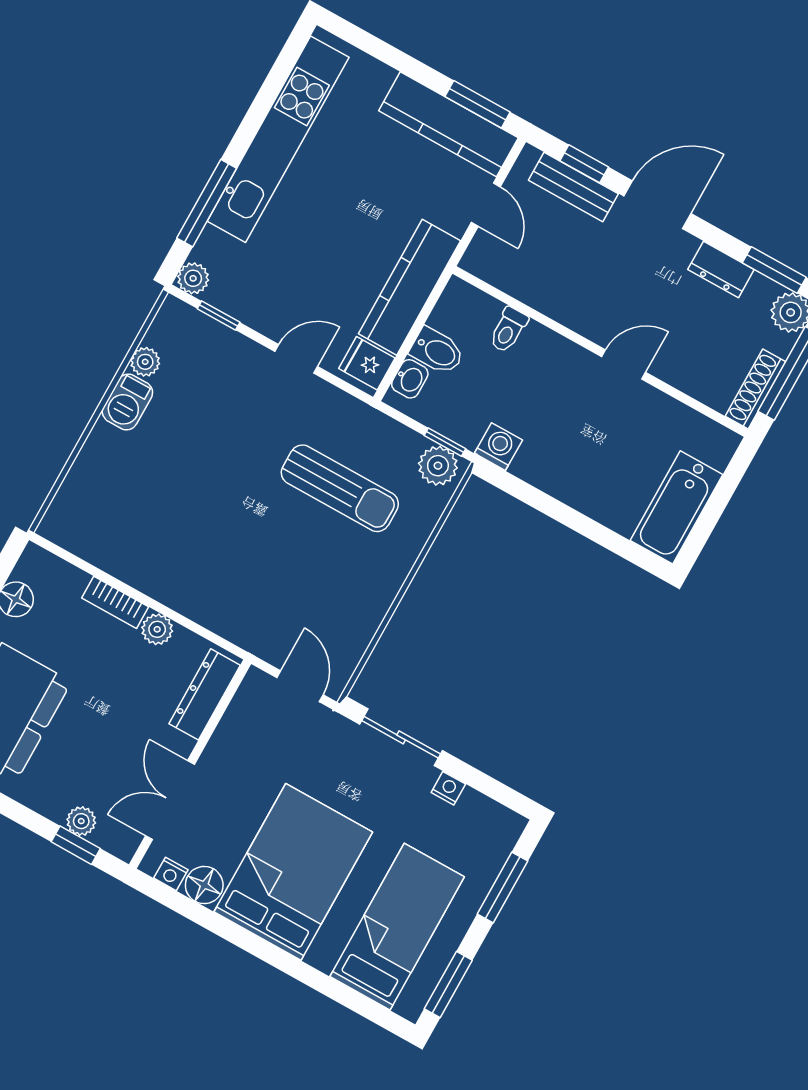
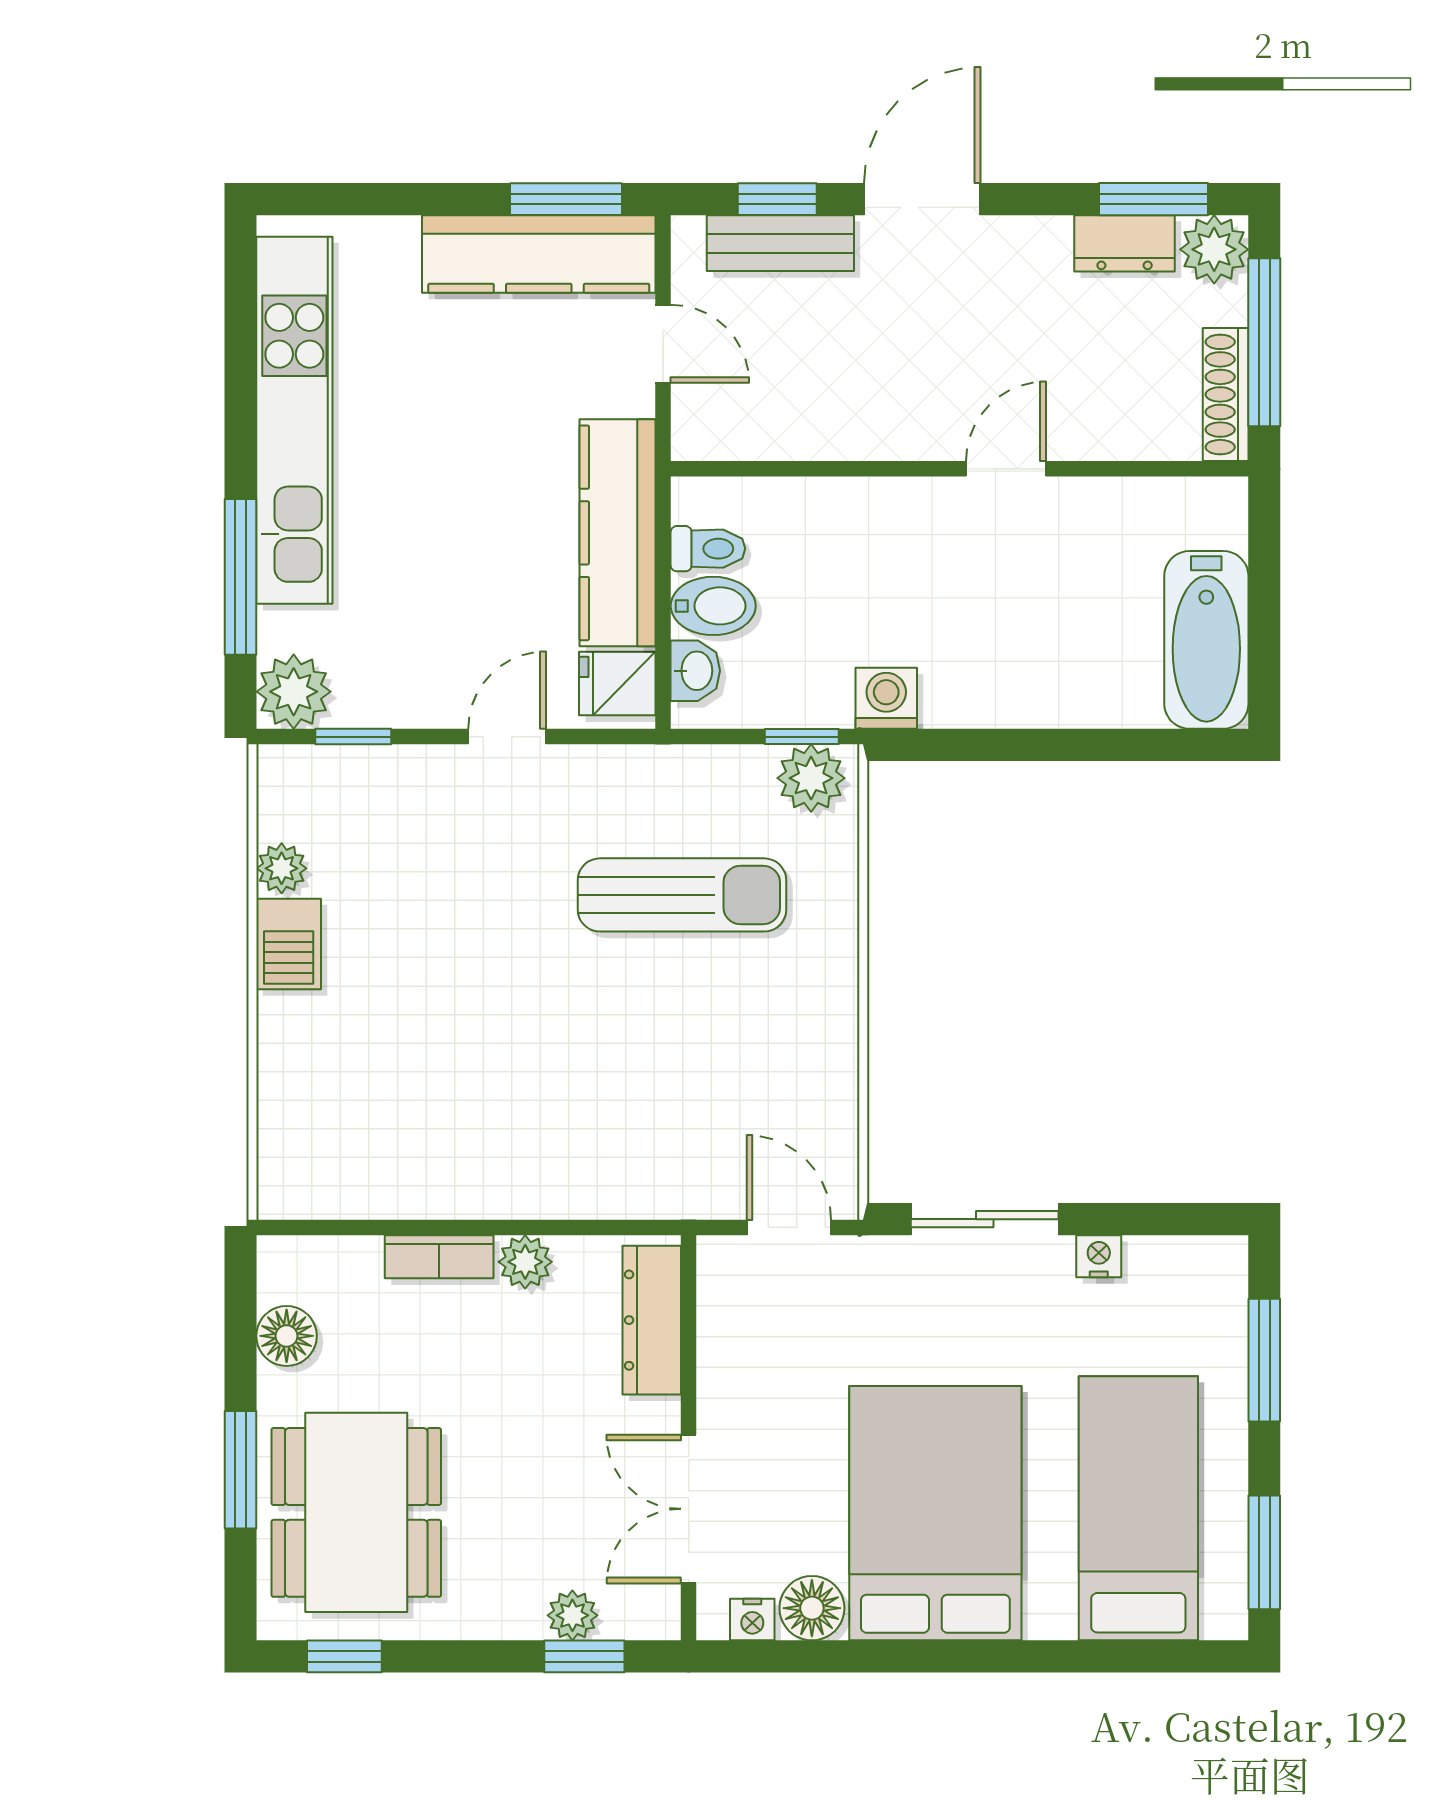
dresser: (721, 270) -> (1125, 243), moved
plant: (193, 278) -> (294, 692), width x1.38, depth x1.38
toilet: (508, 330) -> (708, 549), moved, turned -90

